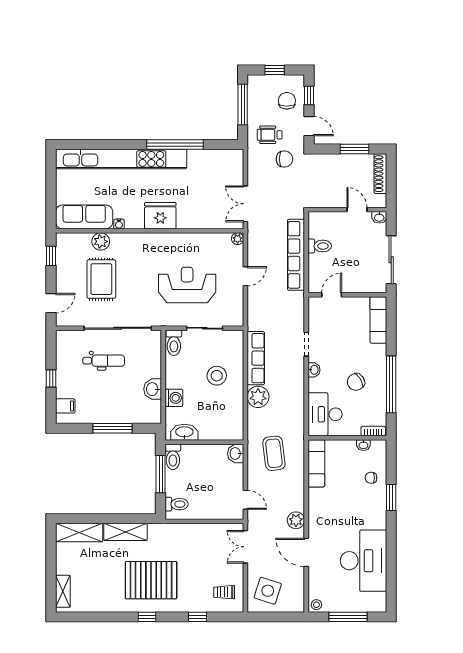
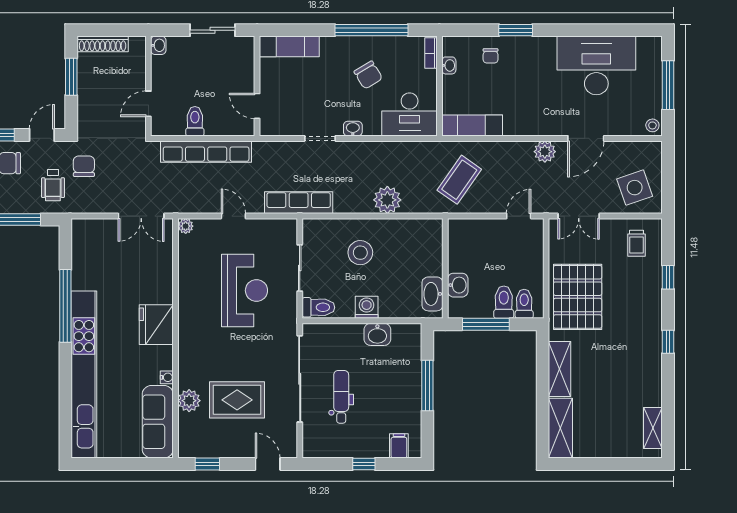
door: (357, 210) -> (148, 104), moved
sliding door: (391, 260) -> (212, 30), width x0.73
reception desk: (187, 285) -> (245, 290), turned 180
row of seats: (256, 358) -> (299, 203), moved
washing machine: (174, 398) -> (367, 307), moved
coffee table: (274, 453) -> (459, 180), turned -48
washbasin: (236, 454) -> (458, 285), moved, turned -90
toilet: (173, 457) -> (504, 302), moved, turned -90
pallet: (151, 580) -> (578, 297), moved
shelving: (63, 591) -> (653, 428), moved, turned 90
side table: (268, 591) -> (635, 188), turned -37

